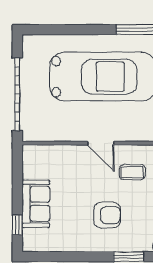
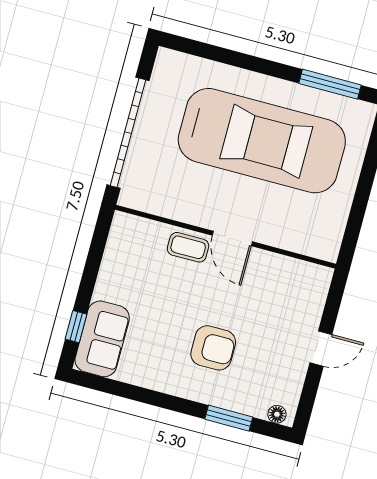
coffee table: (132, 172) -> (188, 247), moved
sofa: (36, 204) -> (102, 339), moved

